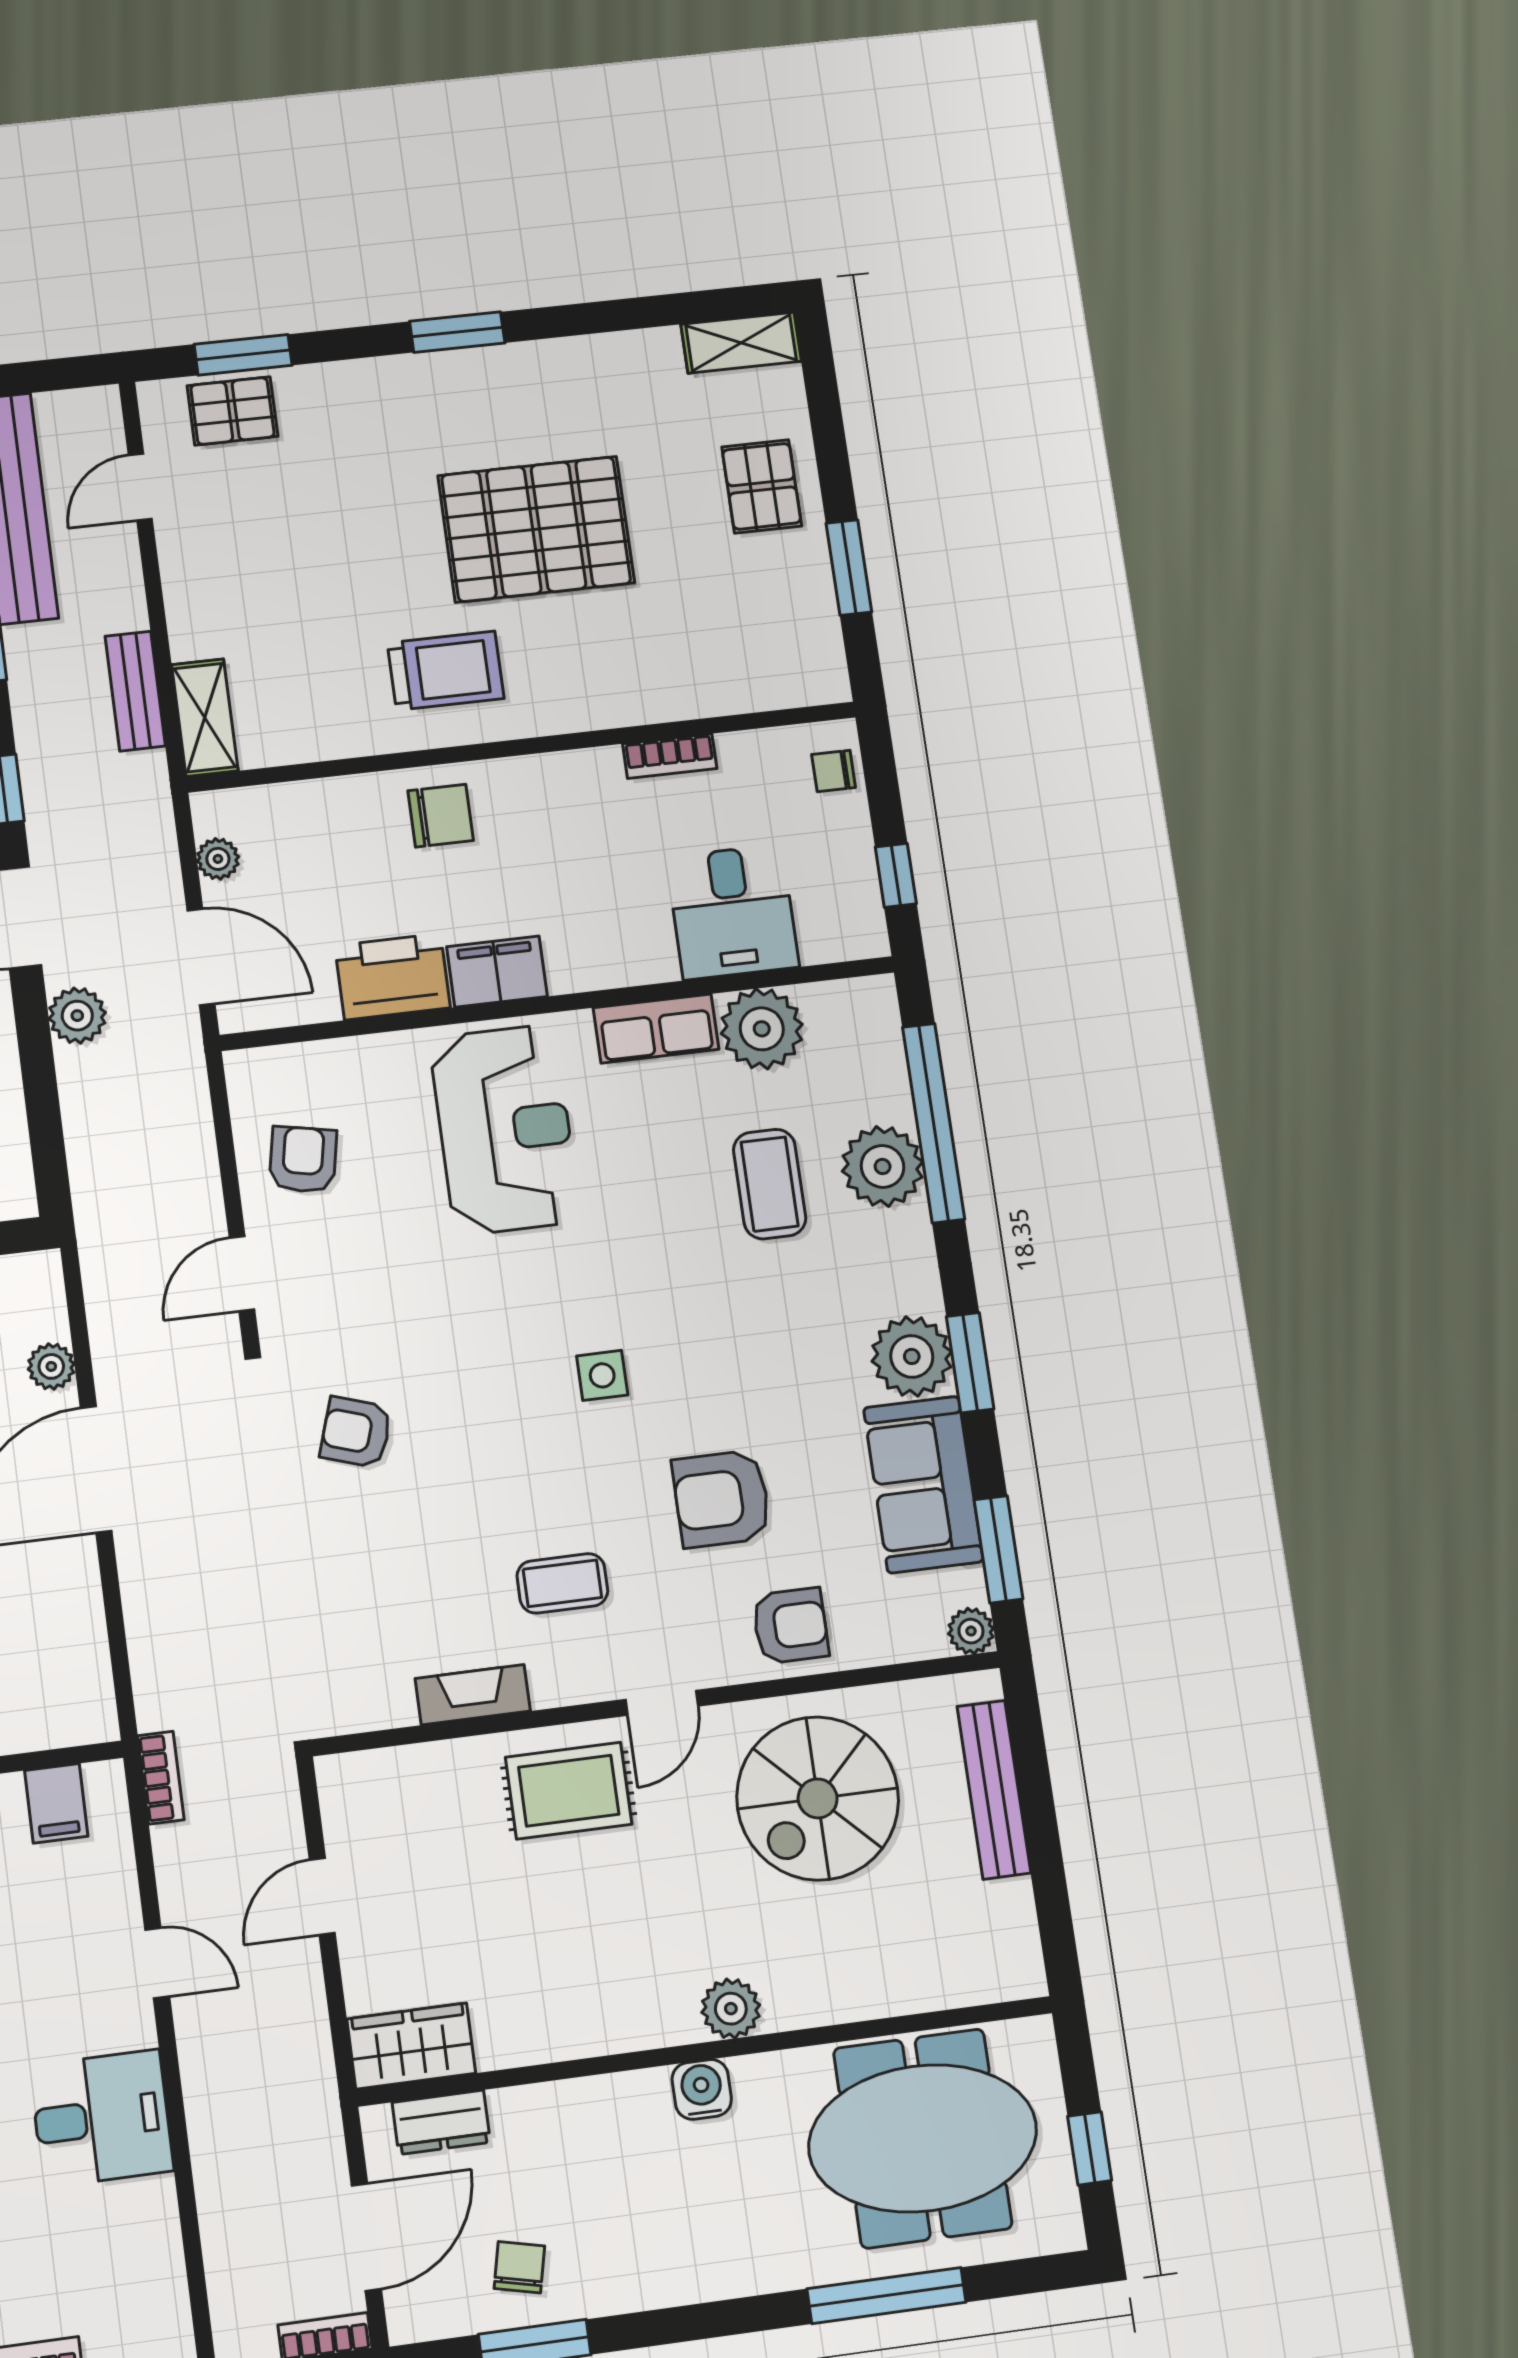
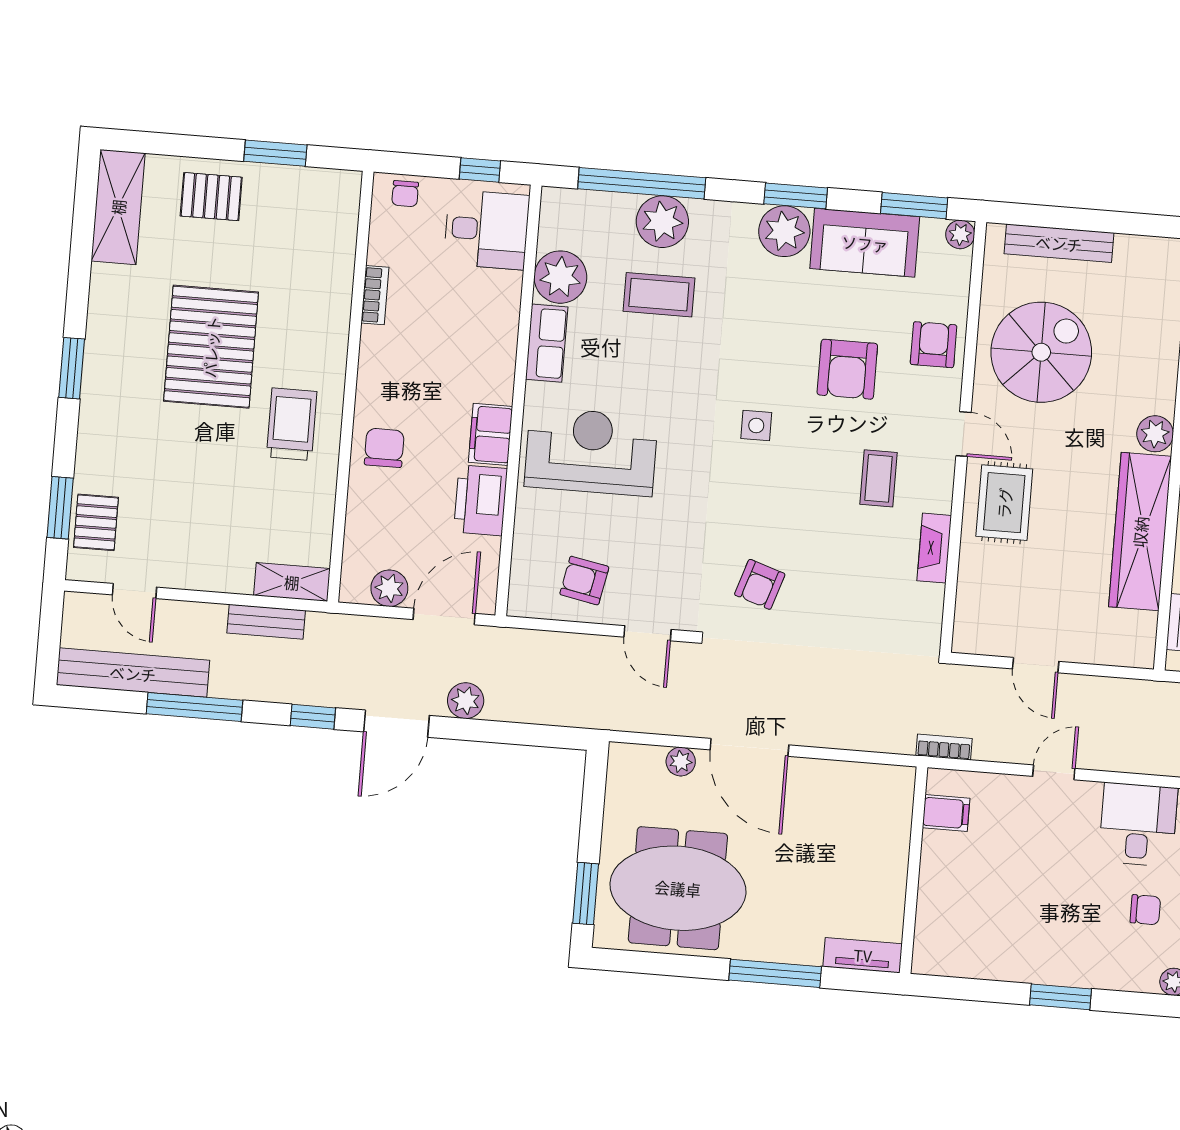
shelving: (741, 343) -> (118, 207), width x1.50, depth x1.33
plant: (218, 859) -> (389, 588), width x1.38, depth x1.38
desk: (733, 912) -> (487, 230), moved
spiral stairs: (818, 1798) -> (1041, 352), turned -90
wardrobe: (411, 2046) -> (1140, 532), moved, width x2.10, depth x1.17

